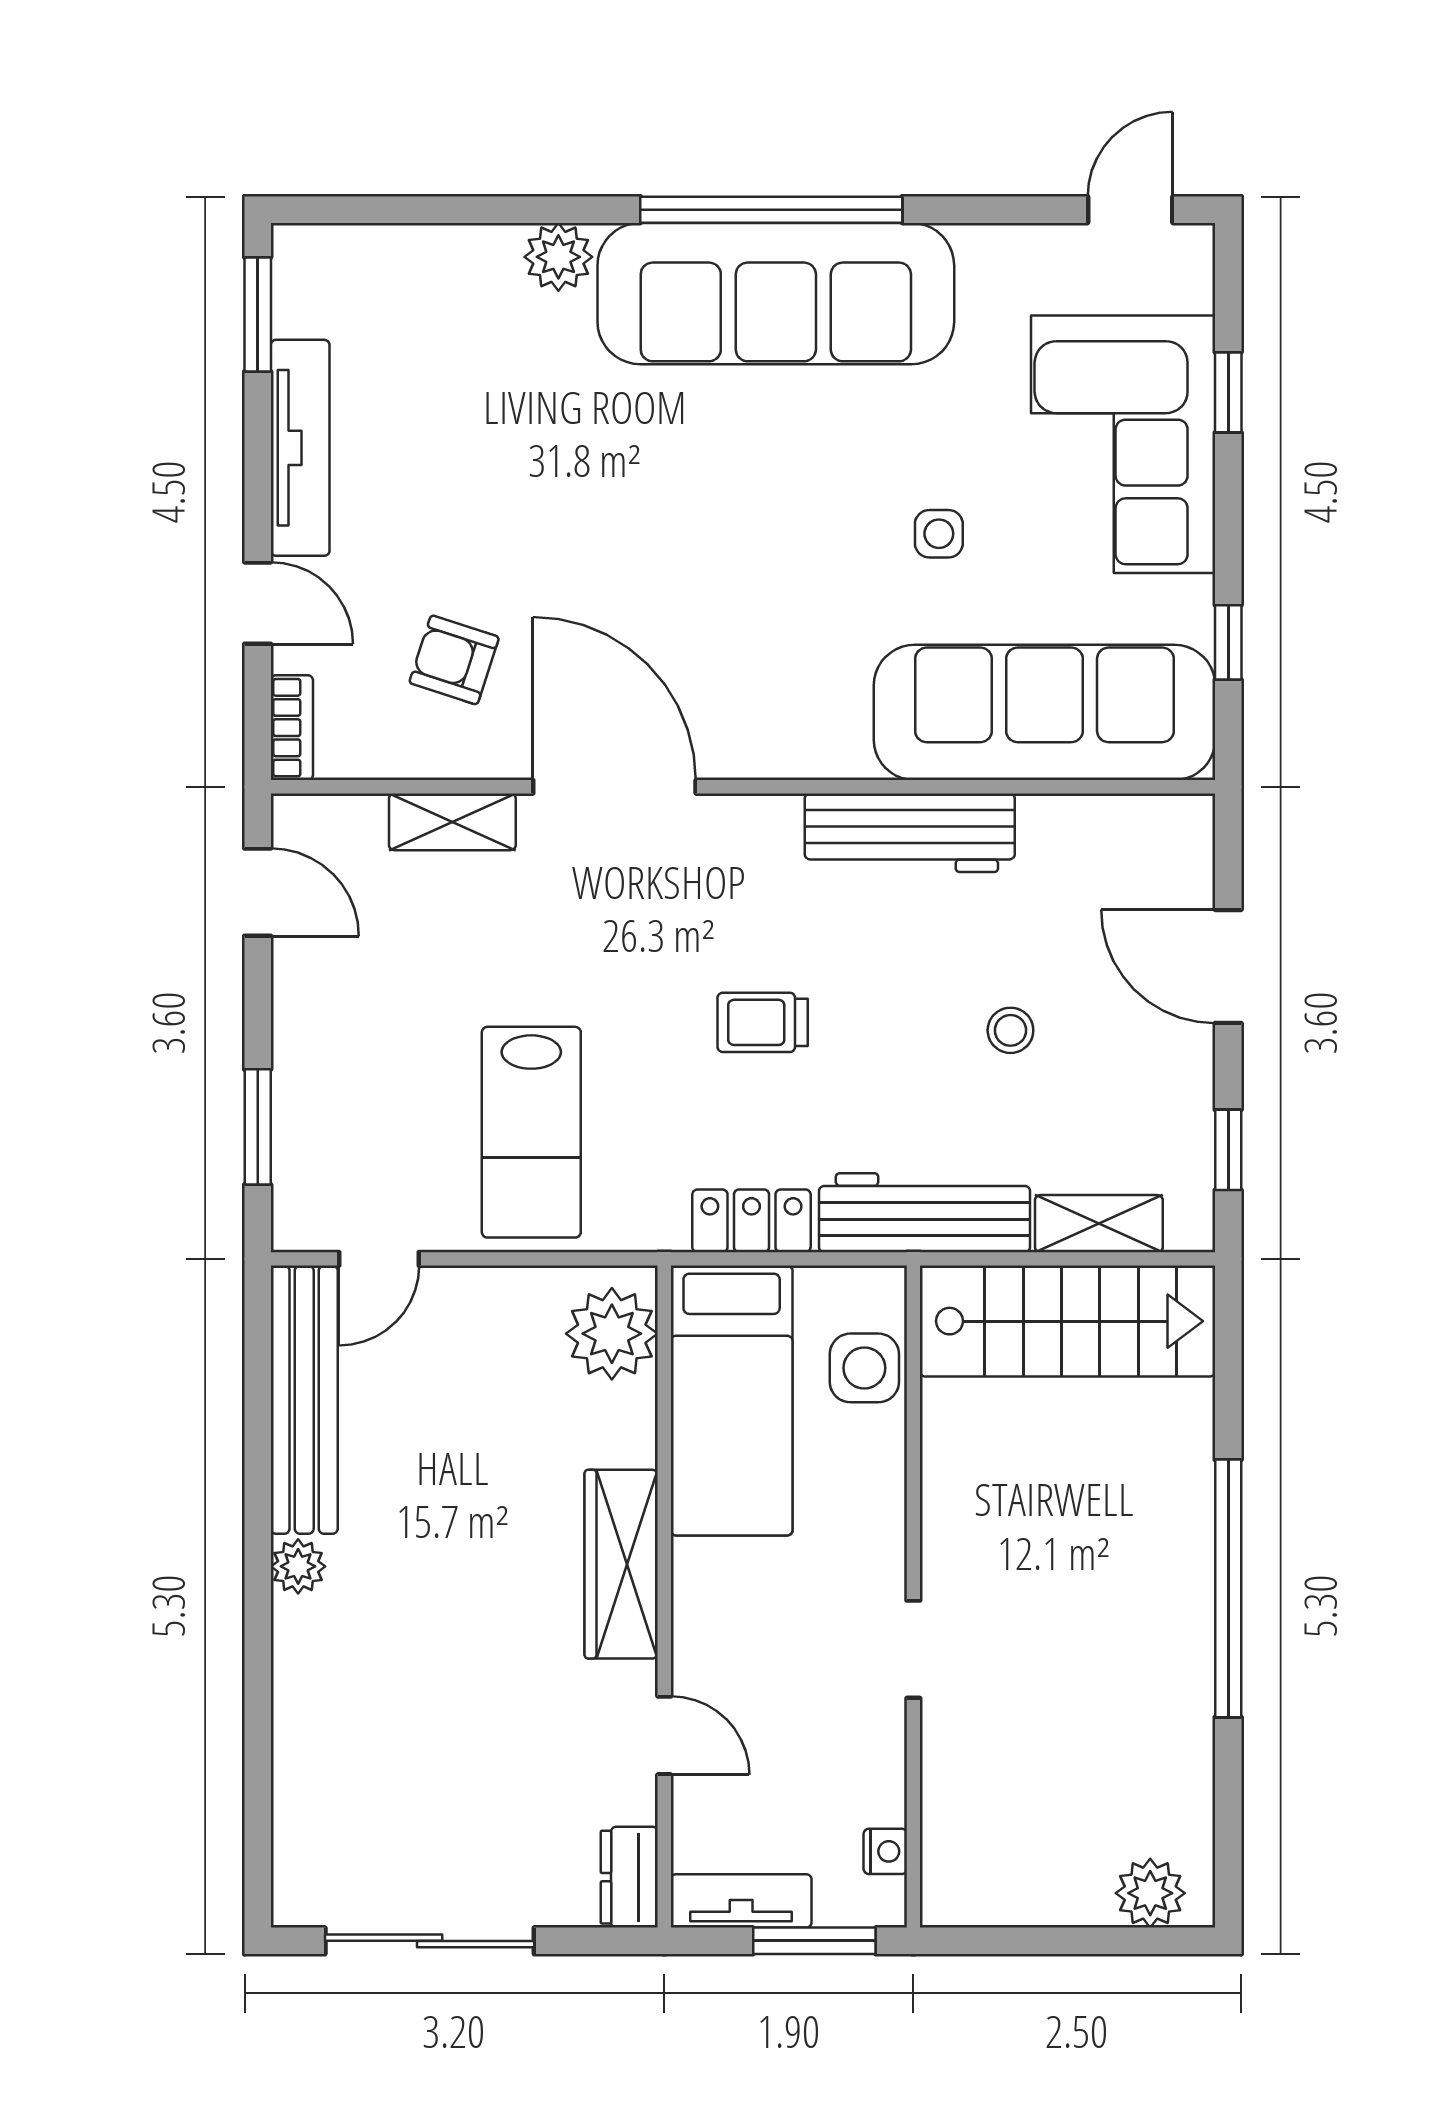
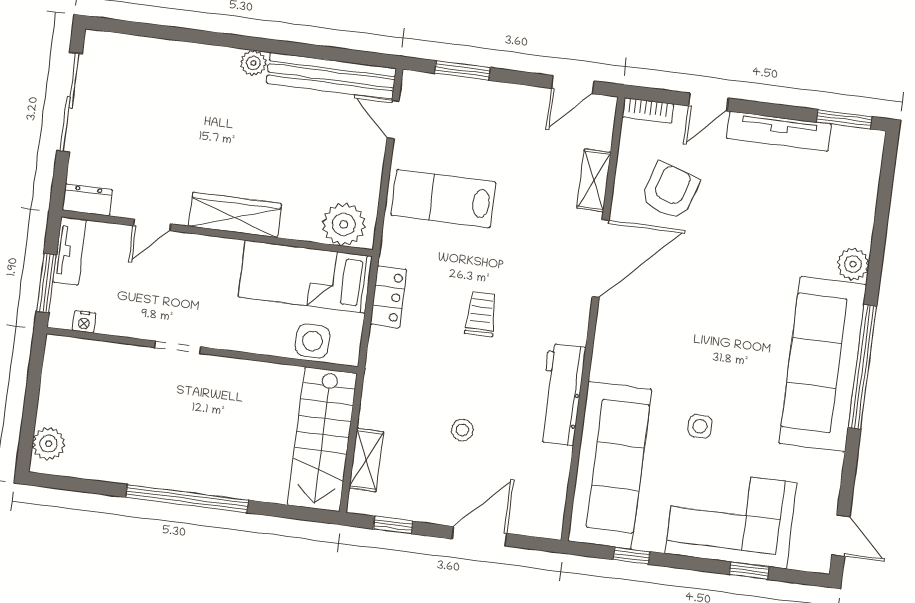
armchair: (454, 660) -> (670, 191), width x1.38, depth x1.38
workbench: (924, 1213) -> (382, 379), removed

